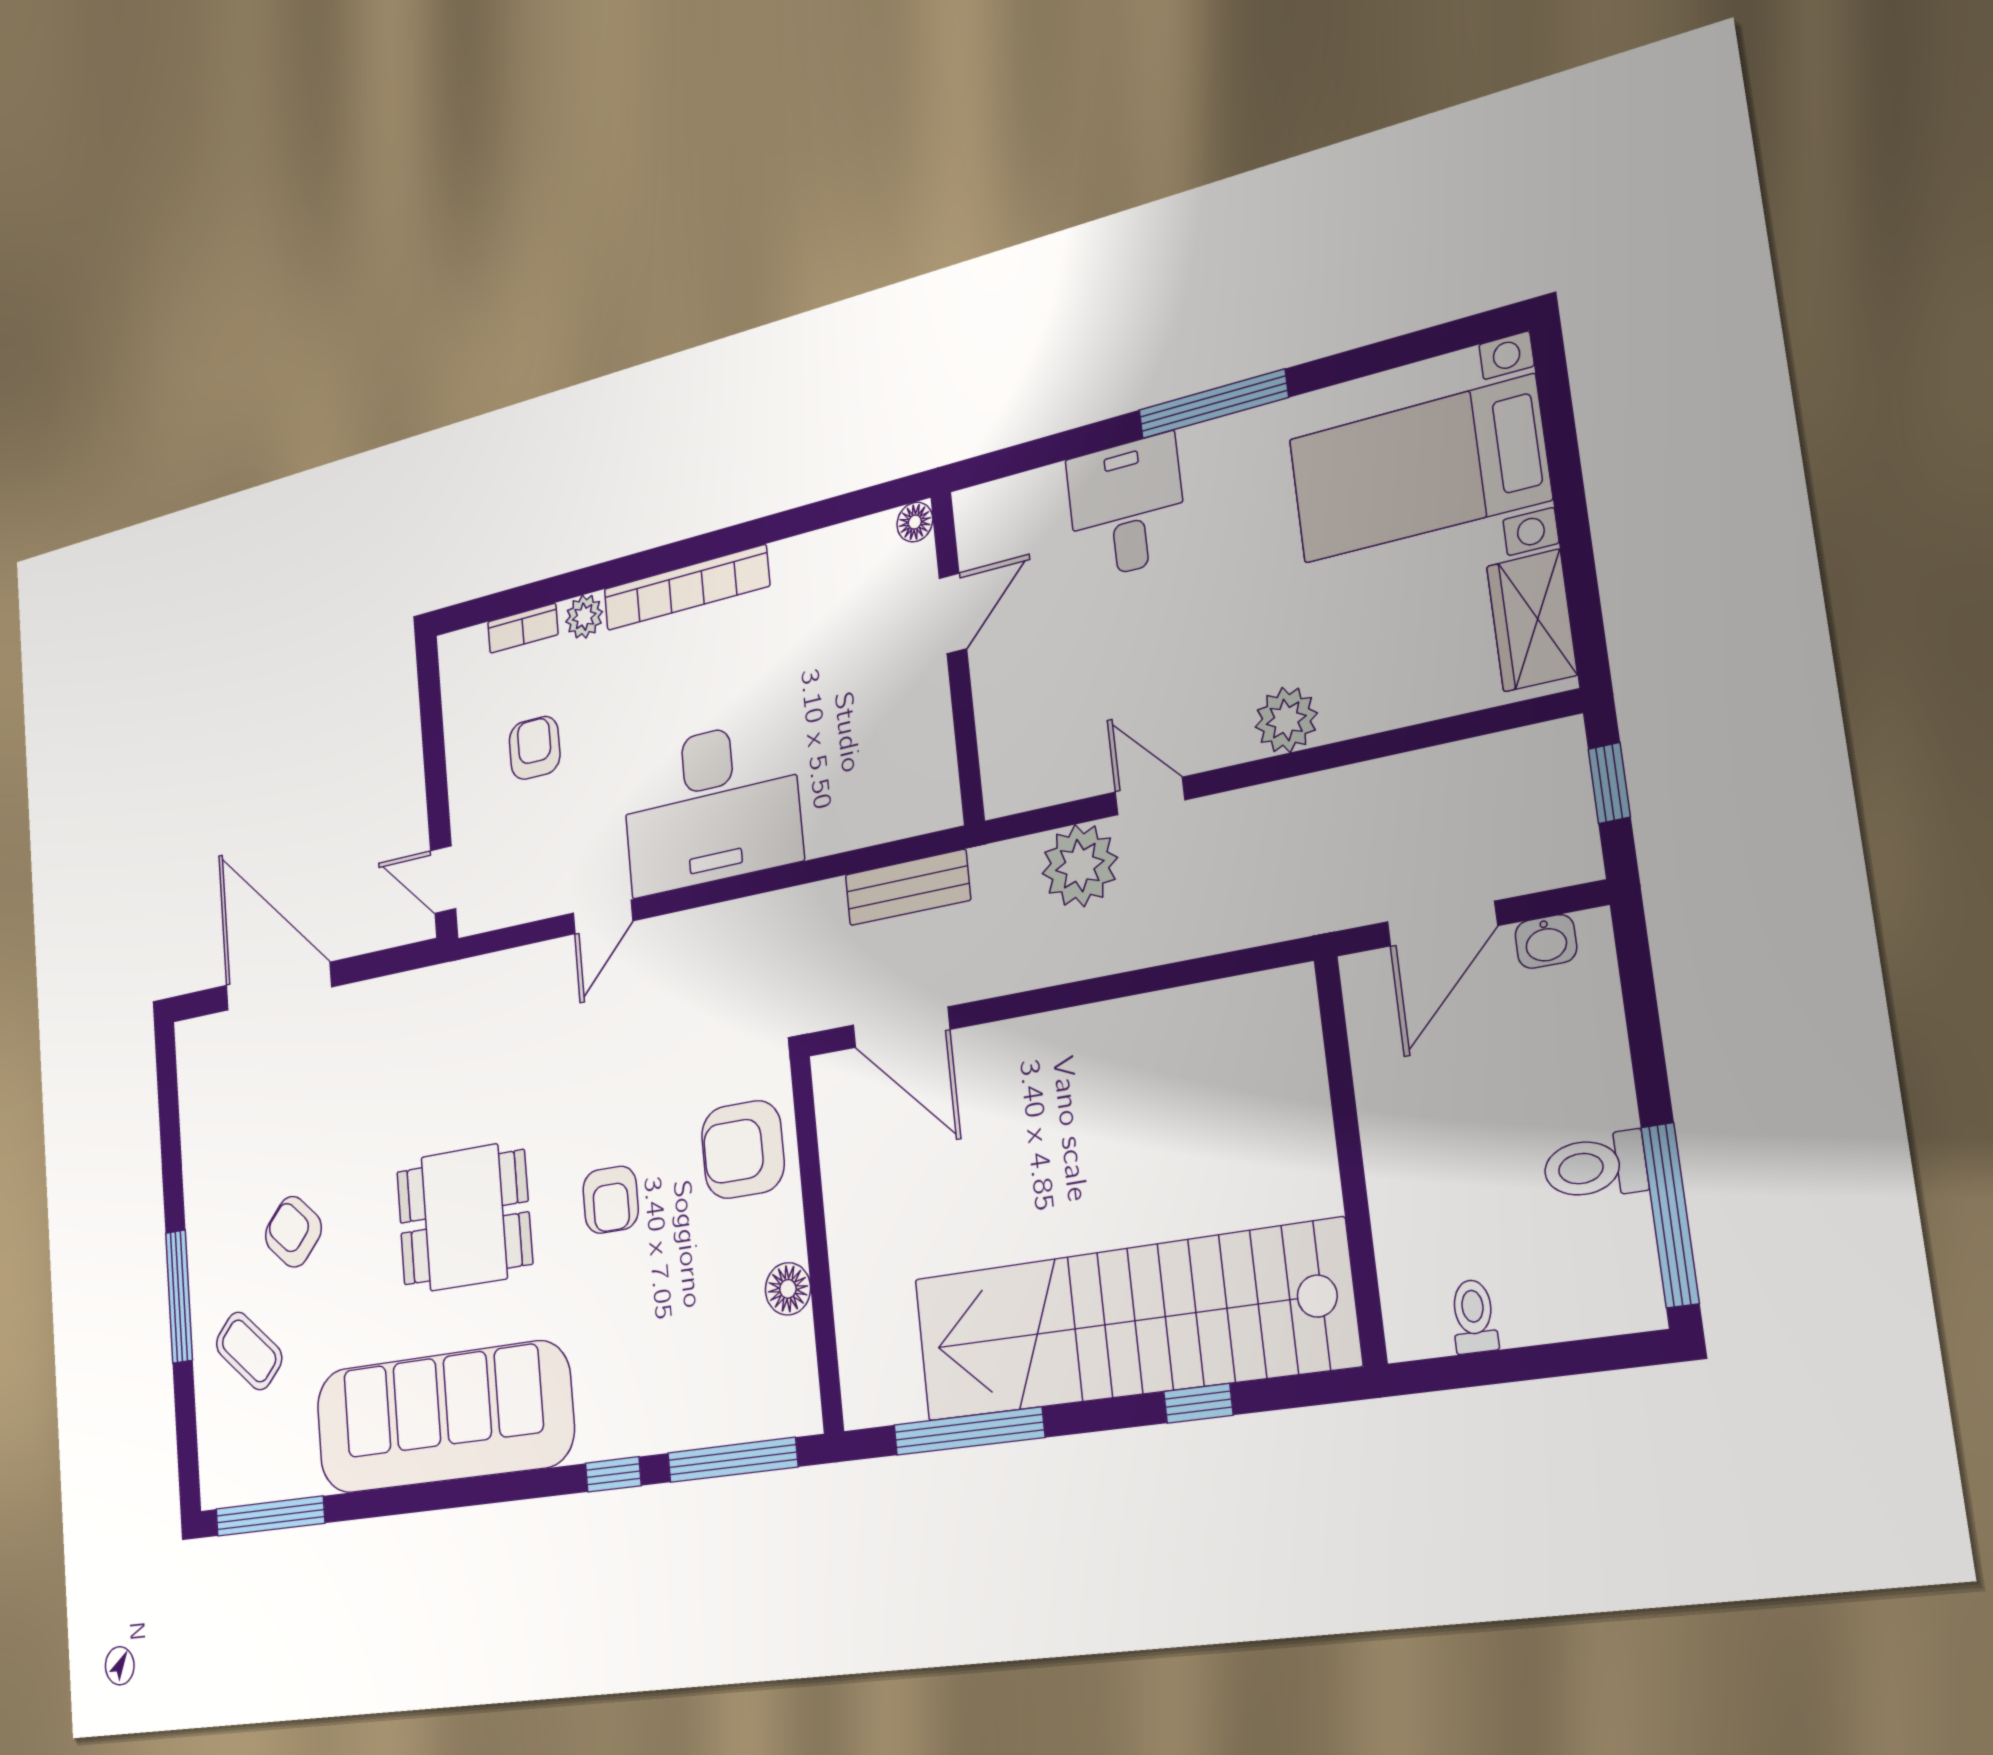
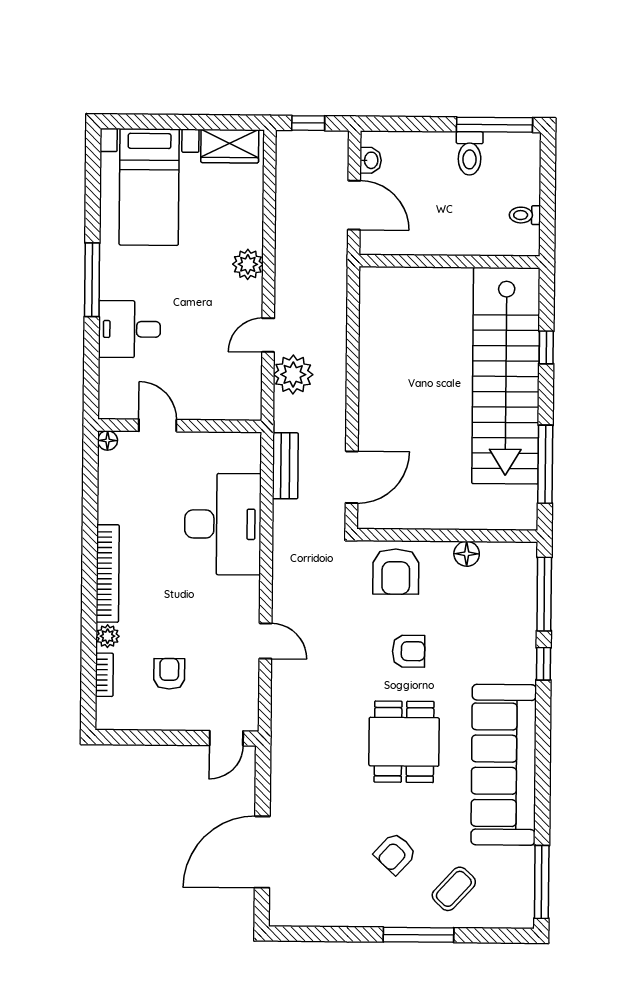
armchair: (535, 748) -> (169, 674), turned 90
desk: (711, 806) -> (223, 524), moved

